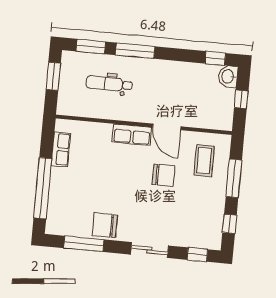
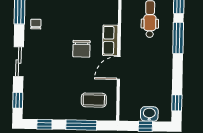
washbasin: (228, 77) -> (149, 114), moved
chair: (164, 175) -> (81, 49), moved
chair: (105, 225) -> (36, 24), width x0.54, depth x0.54

